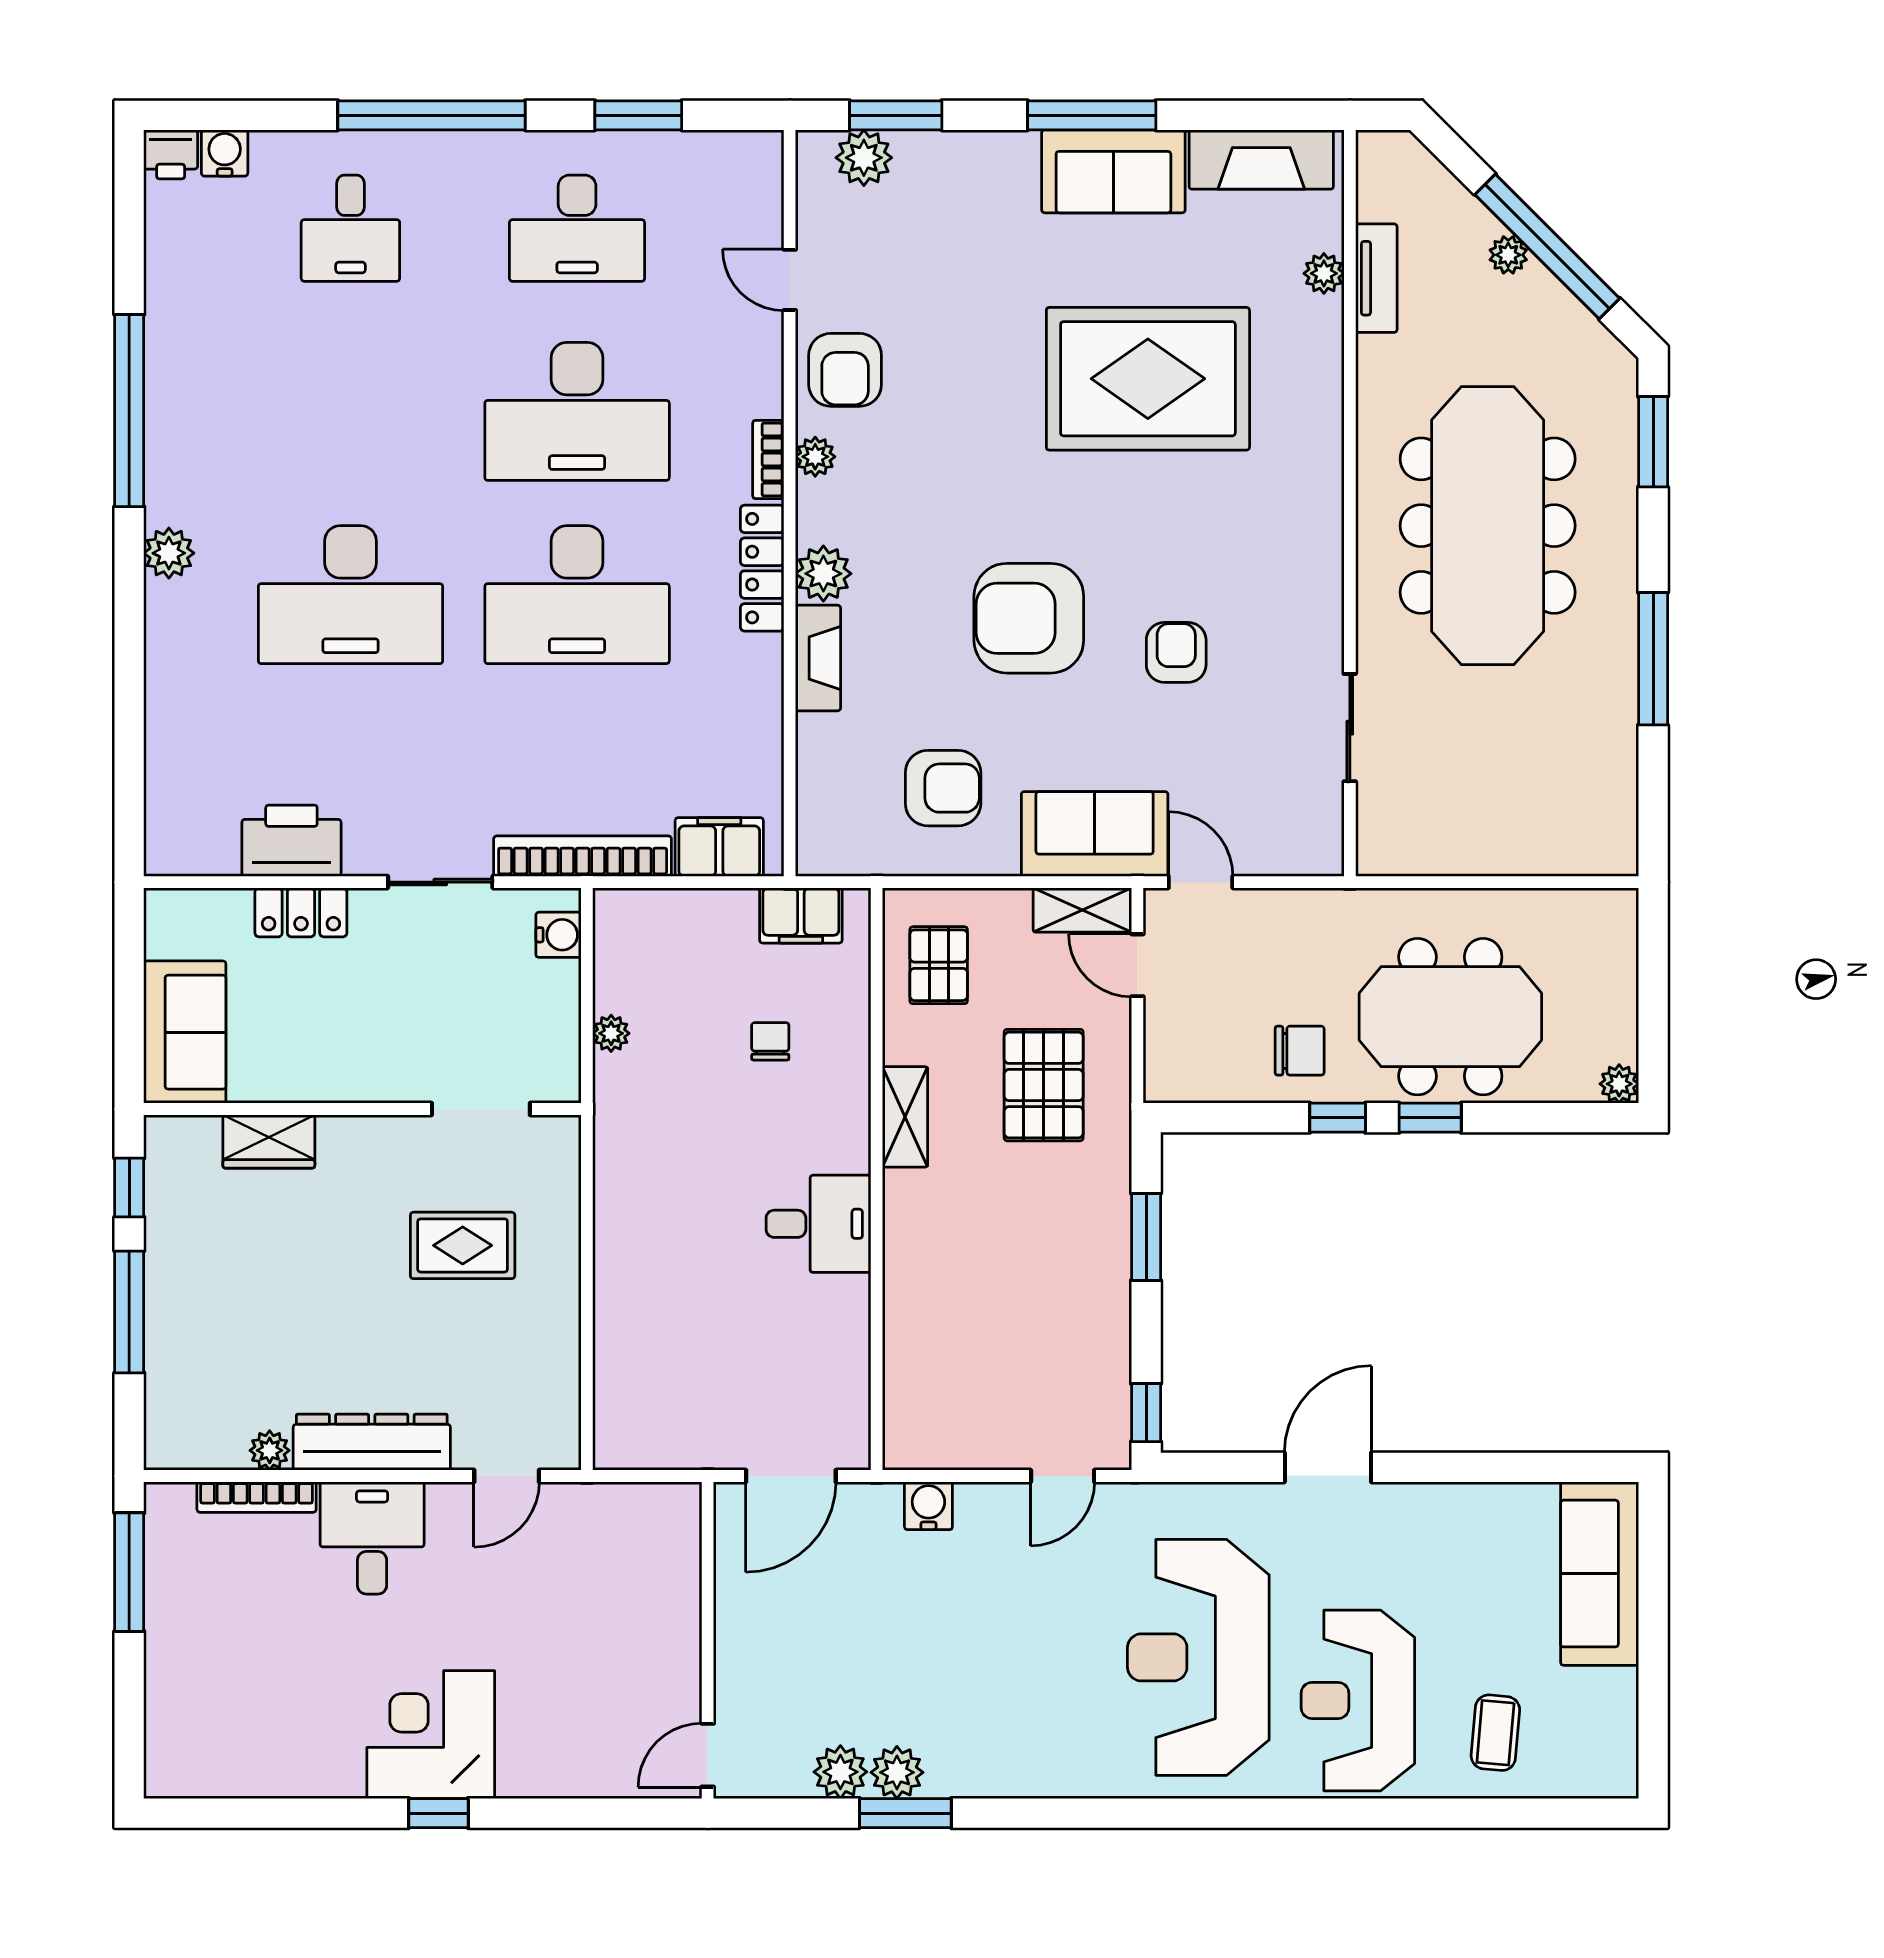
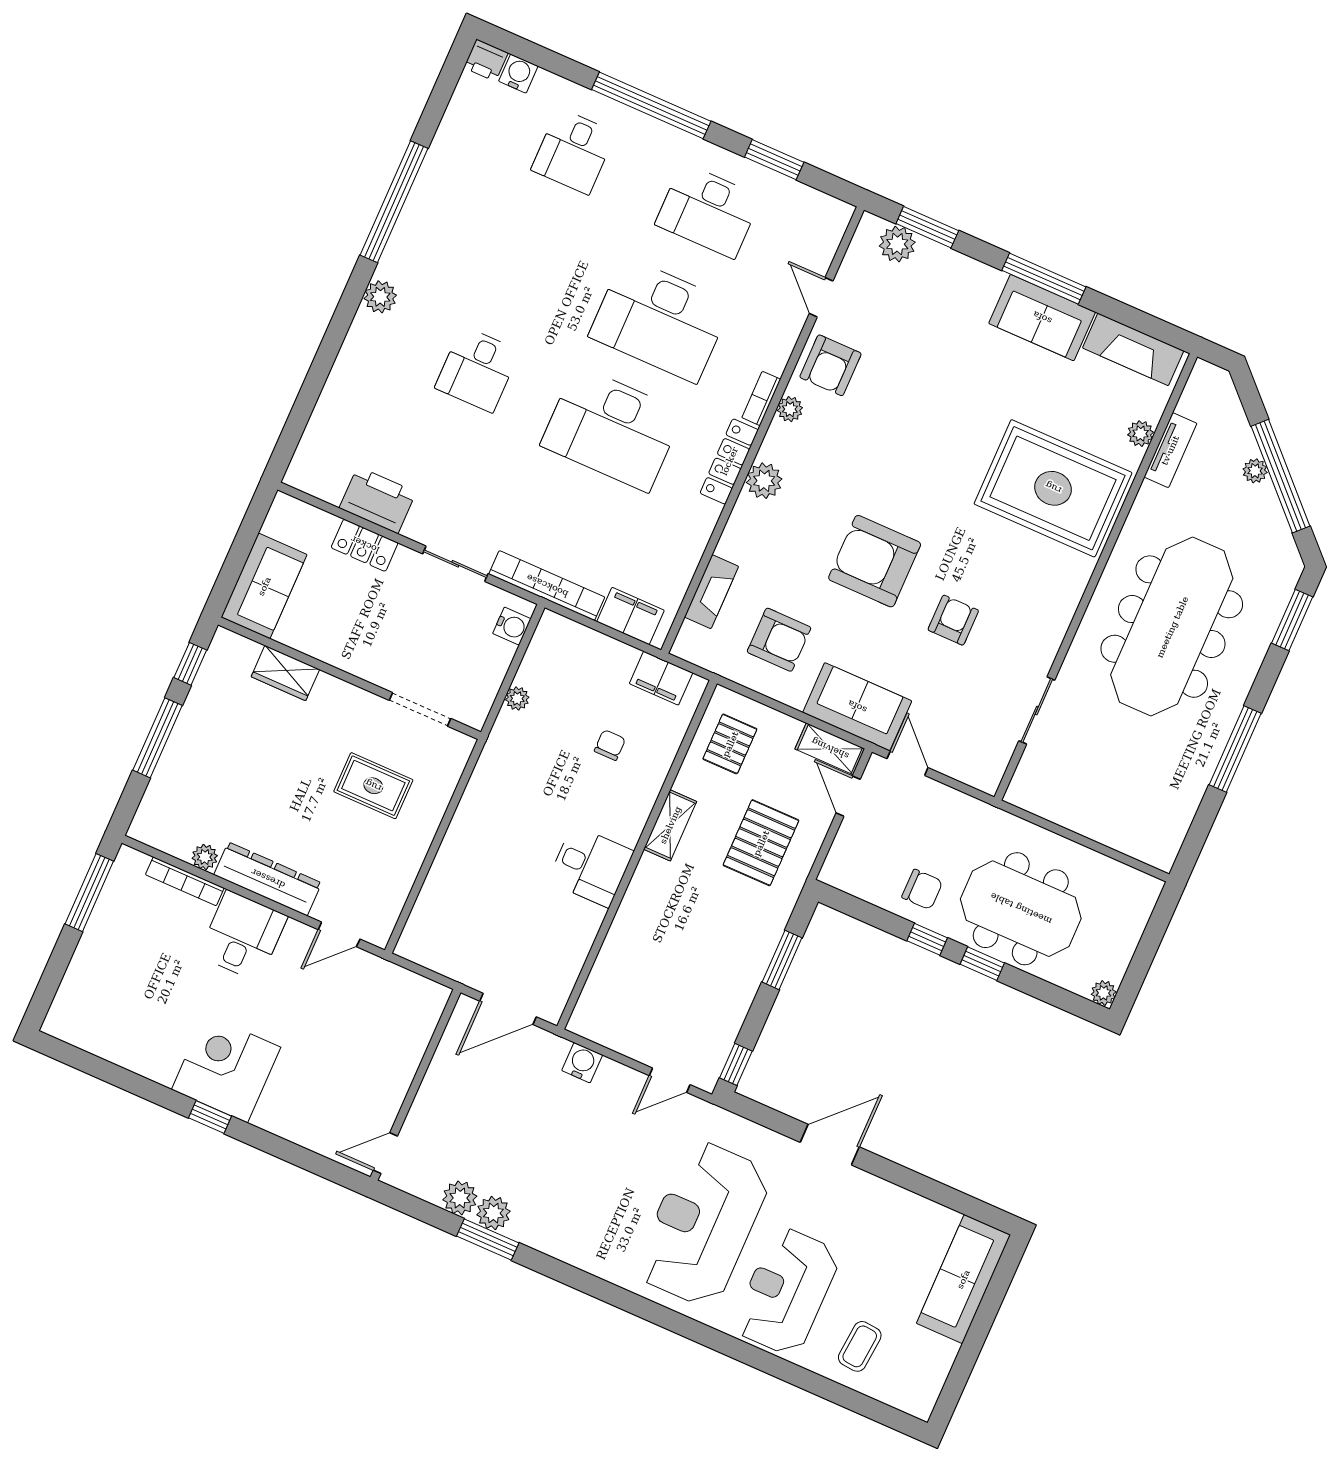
rug: (1148, 379) -> (1053, 488), moved
desk: (350, 595) -> (477, 369), width x0.53, depth x0.77
fireplace: (818, 658) -> (711, 592), moved

